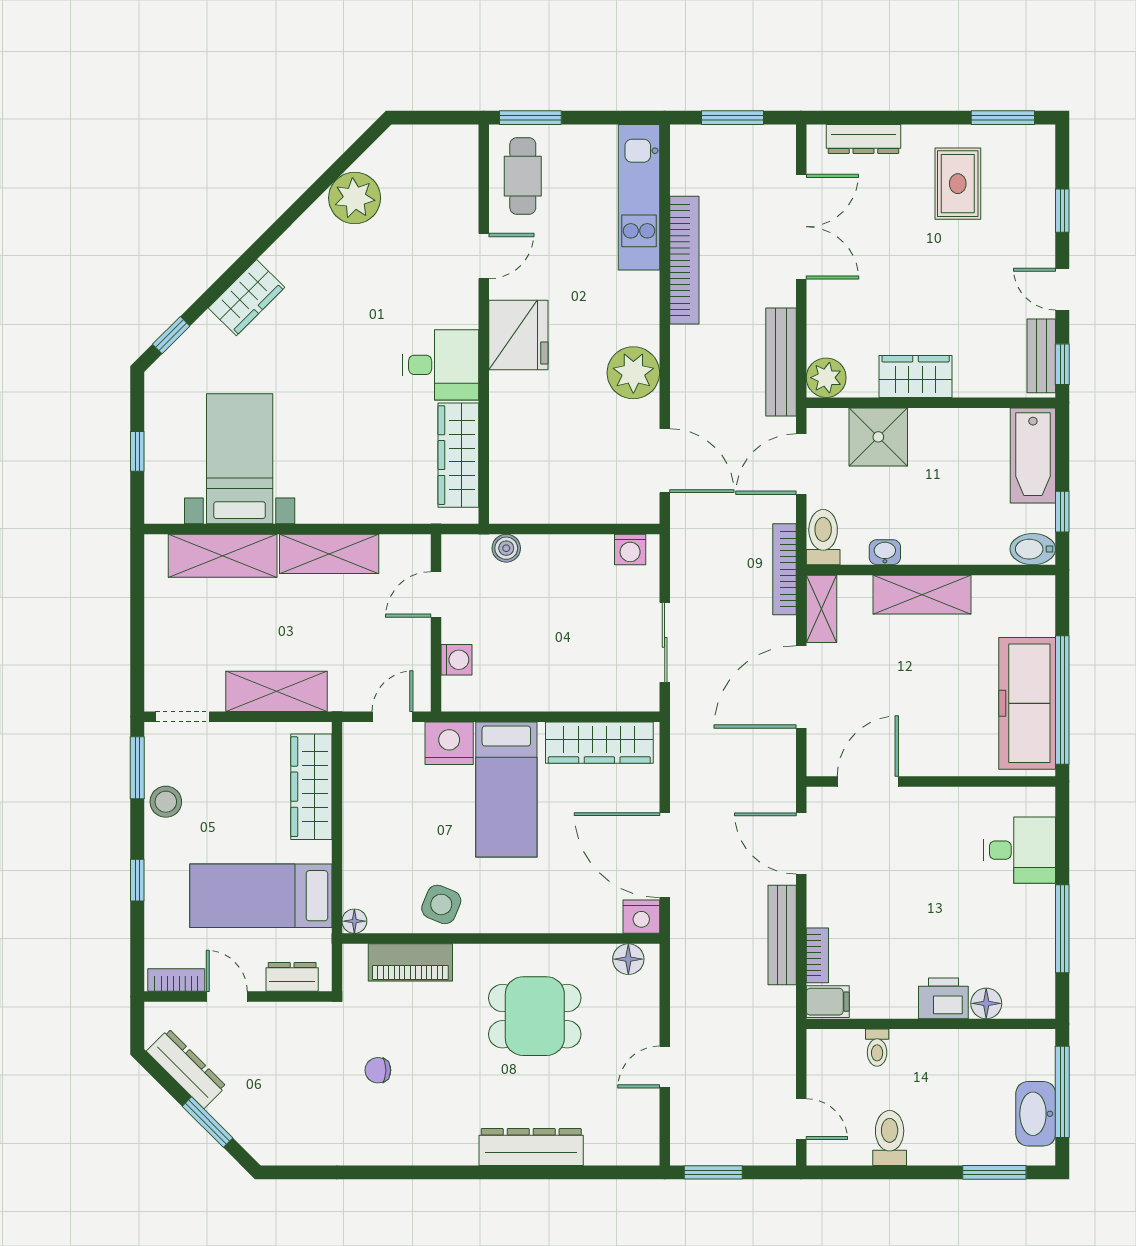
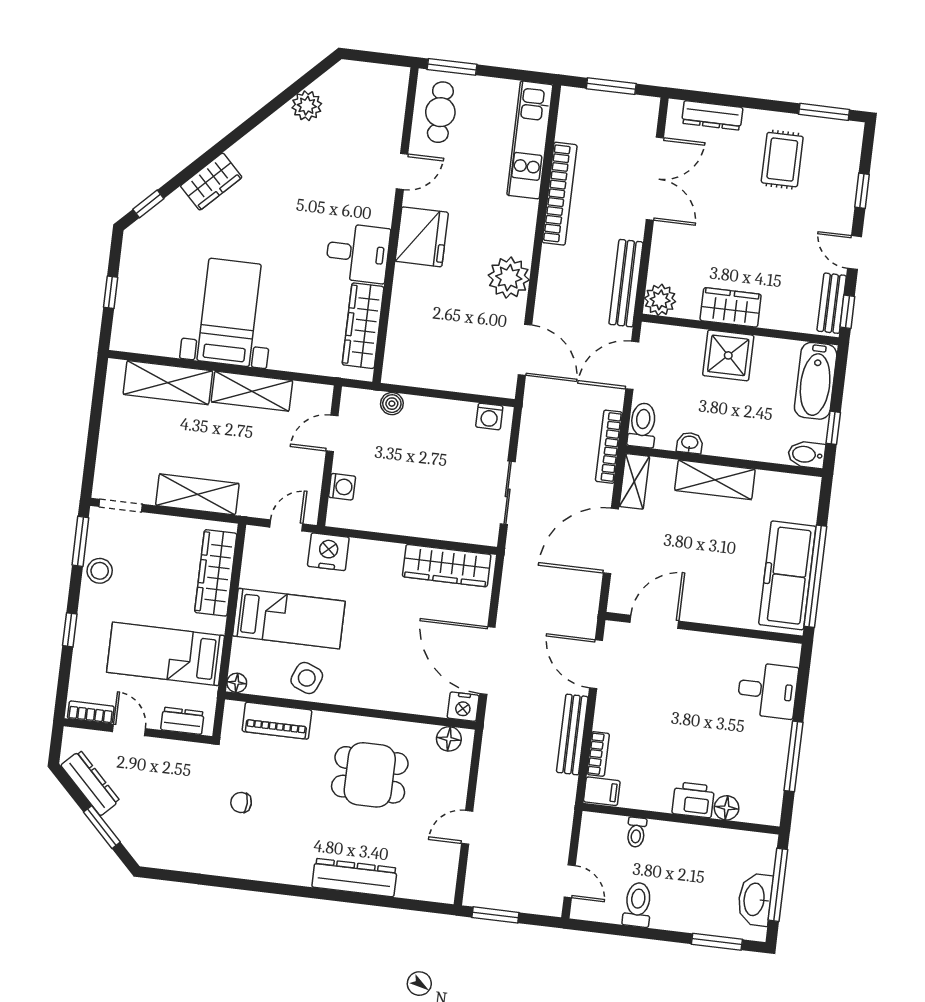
plant: (355, 198) -> (307, 106), width x0.73, depth x0.73
shower: (878, 437) -> (728, 355), moved
bed with nightstands: (240, 459) -> (229, 312), moved
bed: (506, 790) -> (289, 619), moved, turned -90

